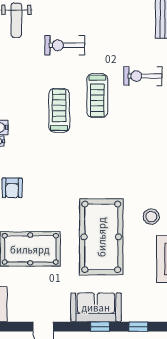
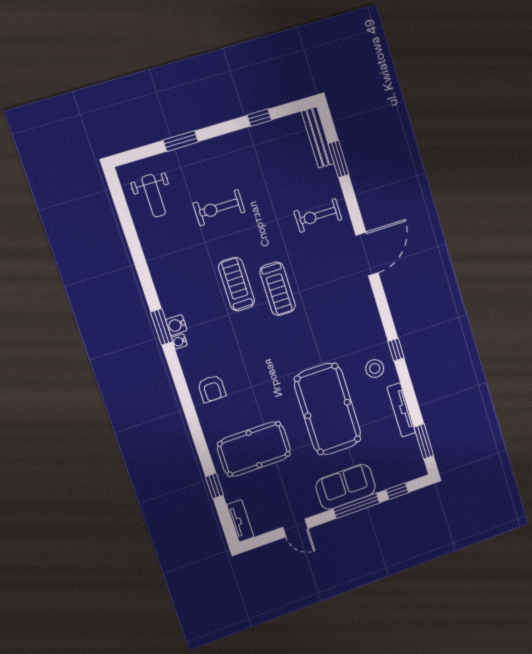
treadmill: (97, 96) -> (278, 289), moved
window: (100, 327) -> (356, 506), width x2.17

